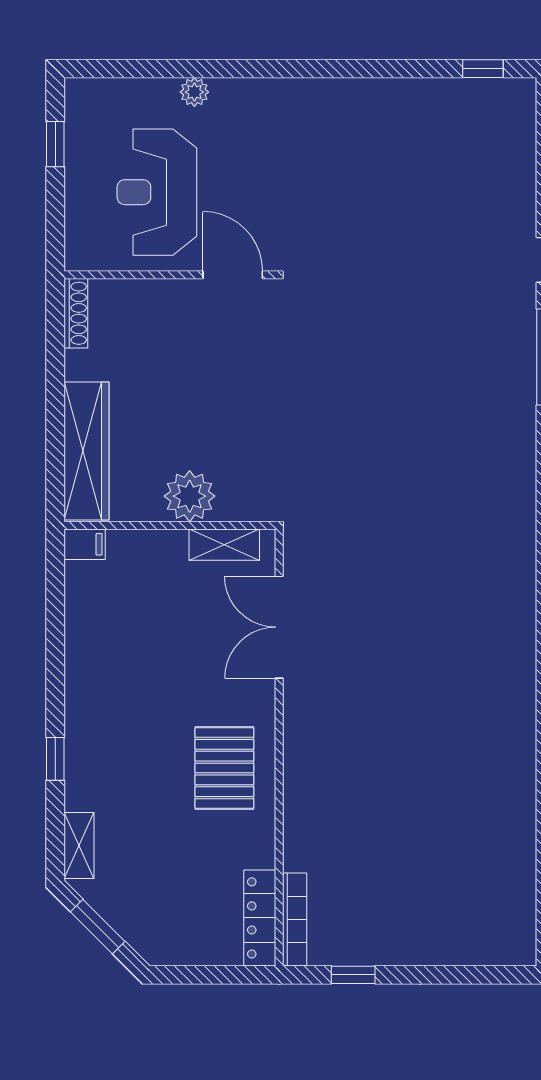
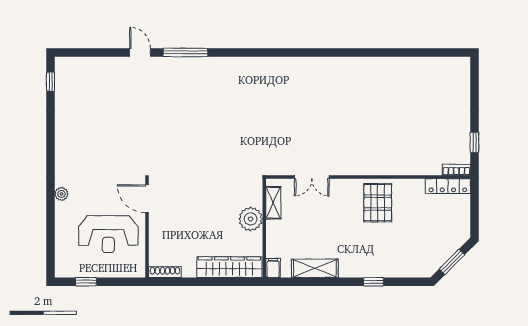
plant: (194, 92) -> (61, 194), moved
door: (233, 275) -> (147, 199), hinge flipped
double door: (279, 627) -> (312, 177), width x0.73
pallet: (224, 768) -> (378, 203), turned 90
shelving: (79, 845) -> (315, 268), moved, width x1.50, depth x1.33
bookcase: (295, 919) -> (456, 170), width x0.64

